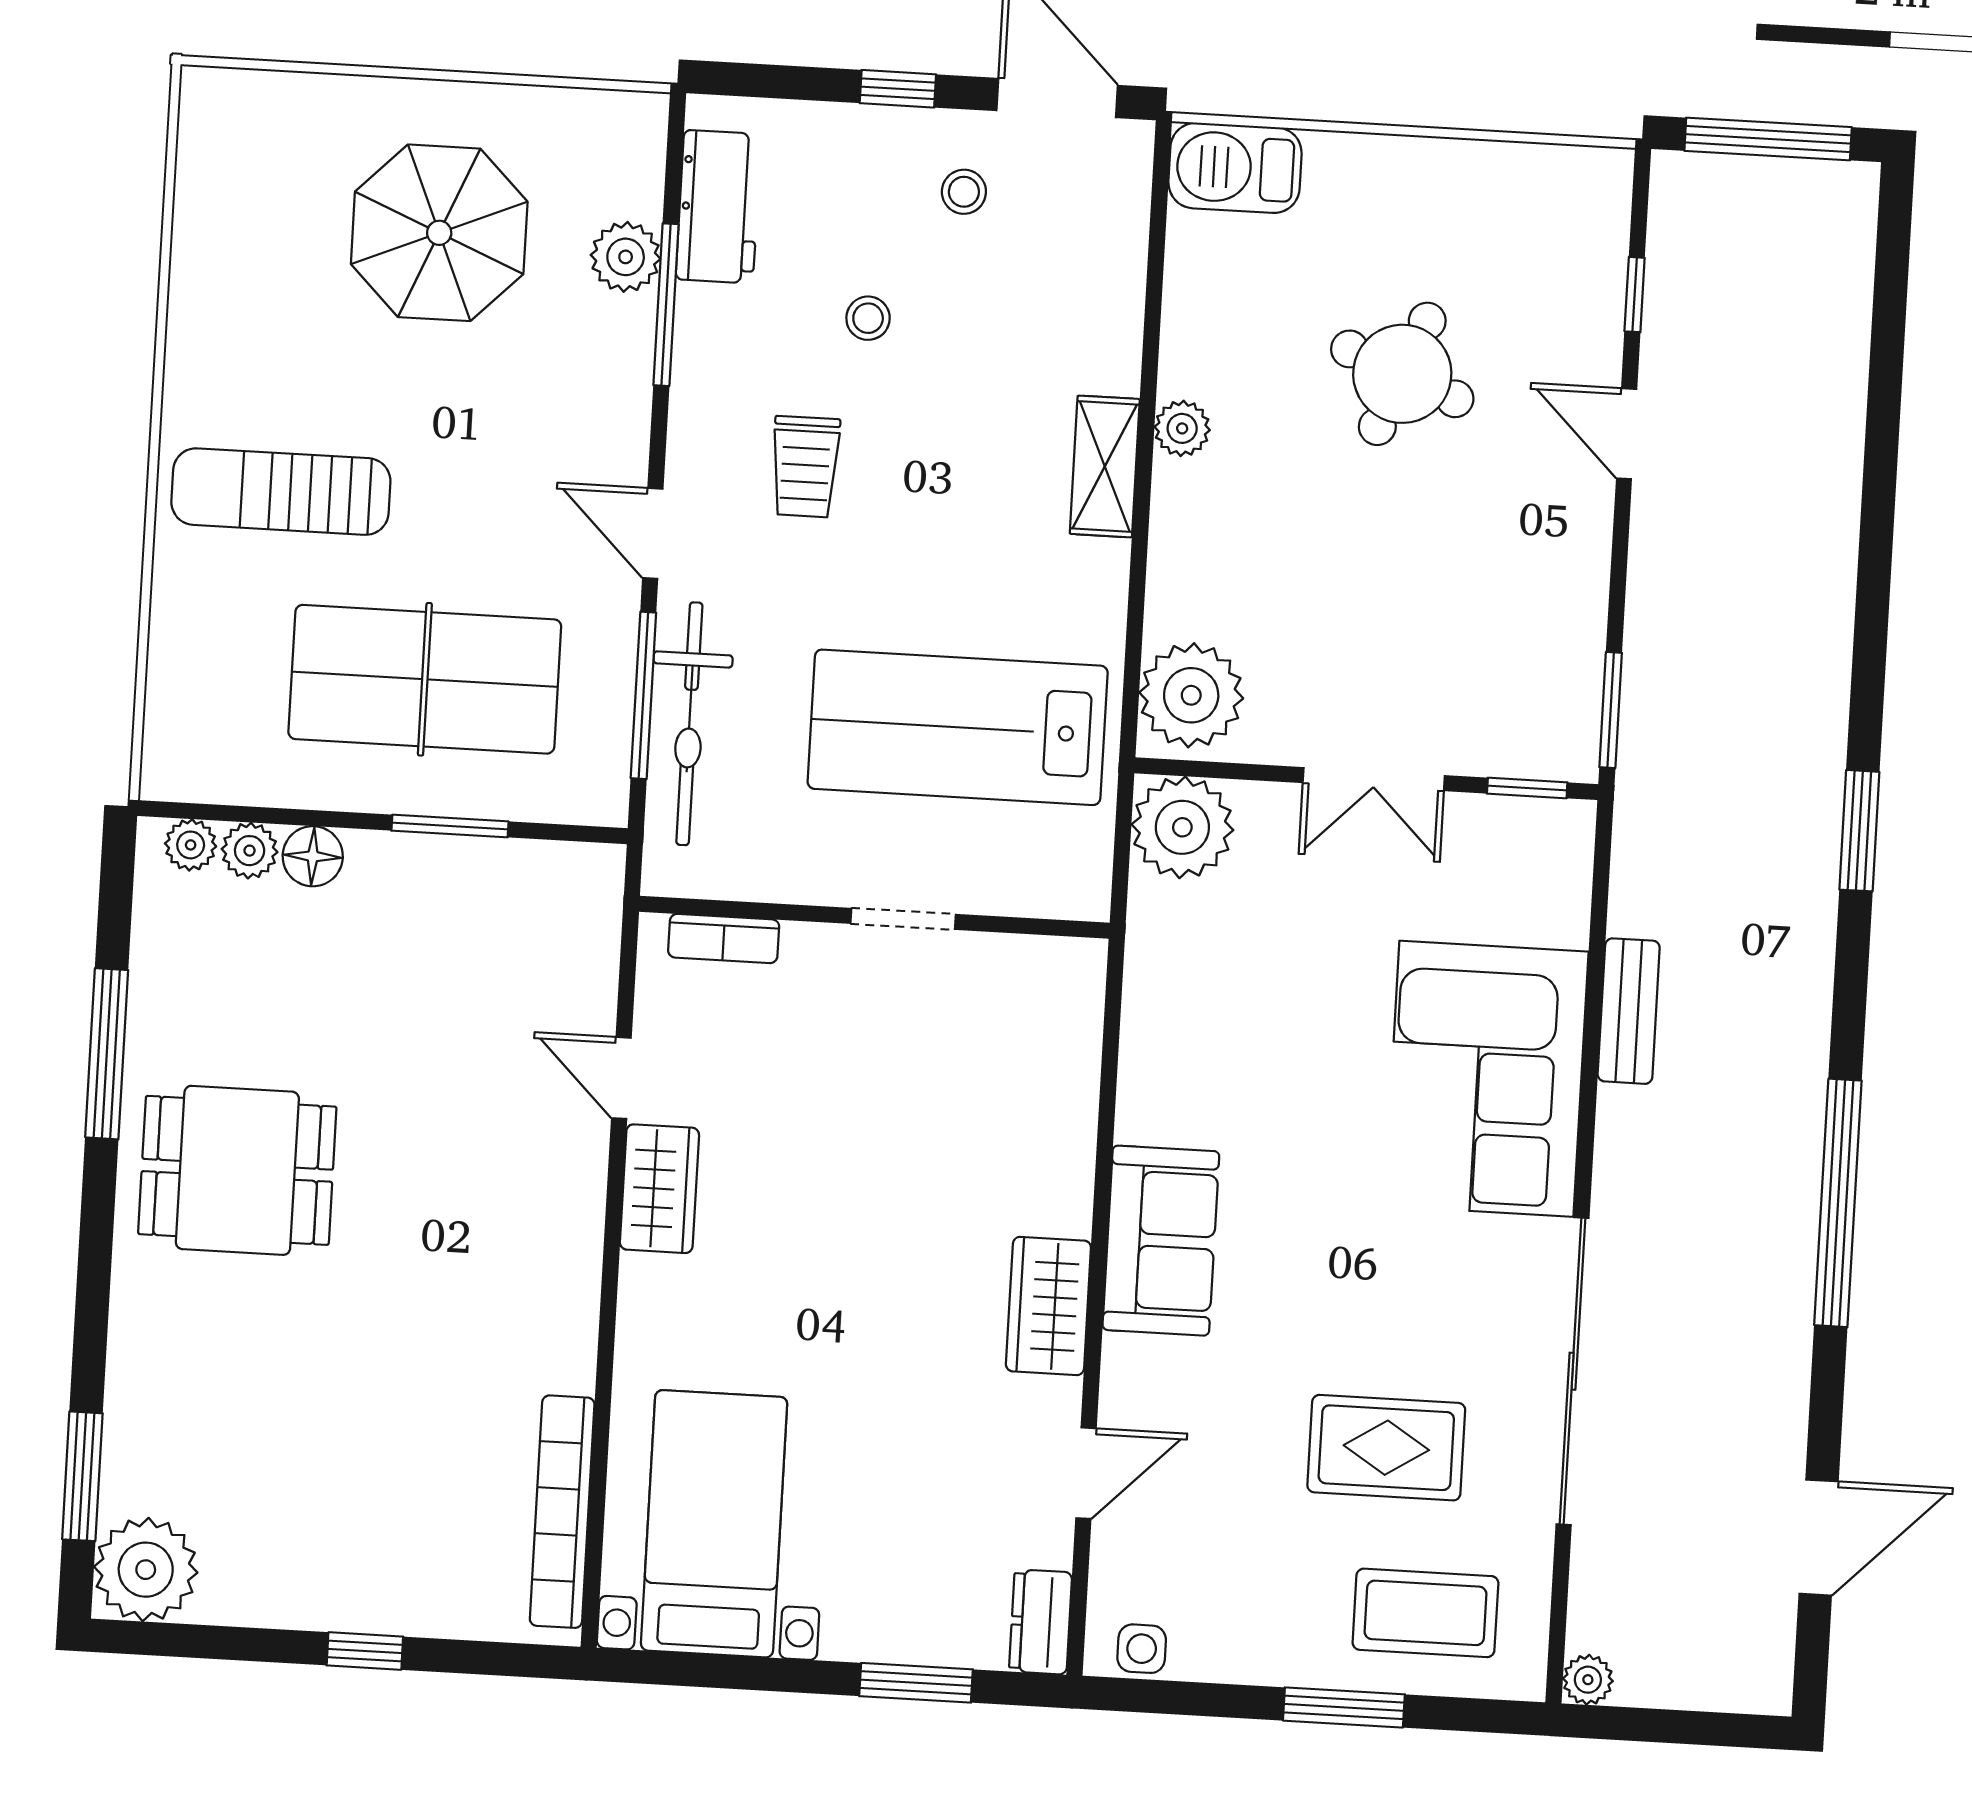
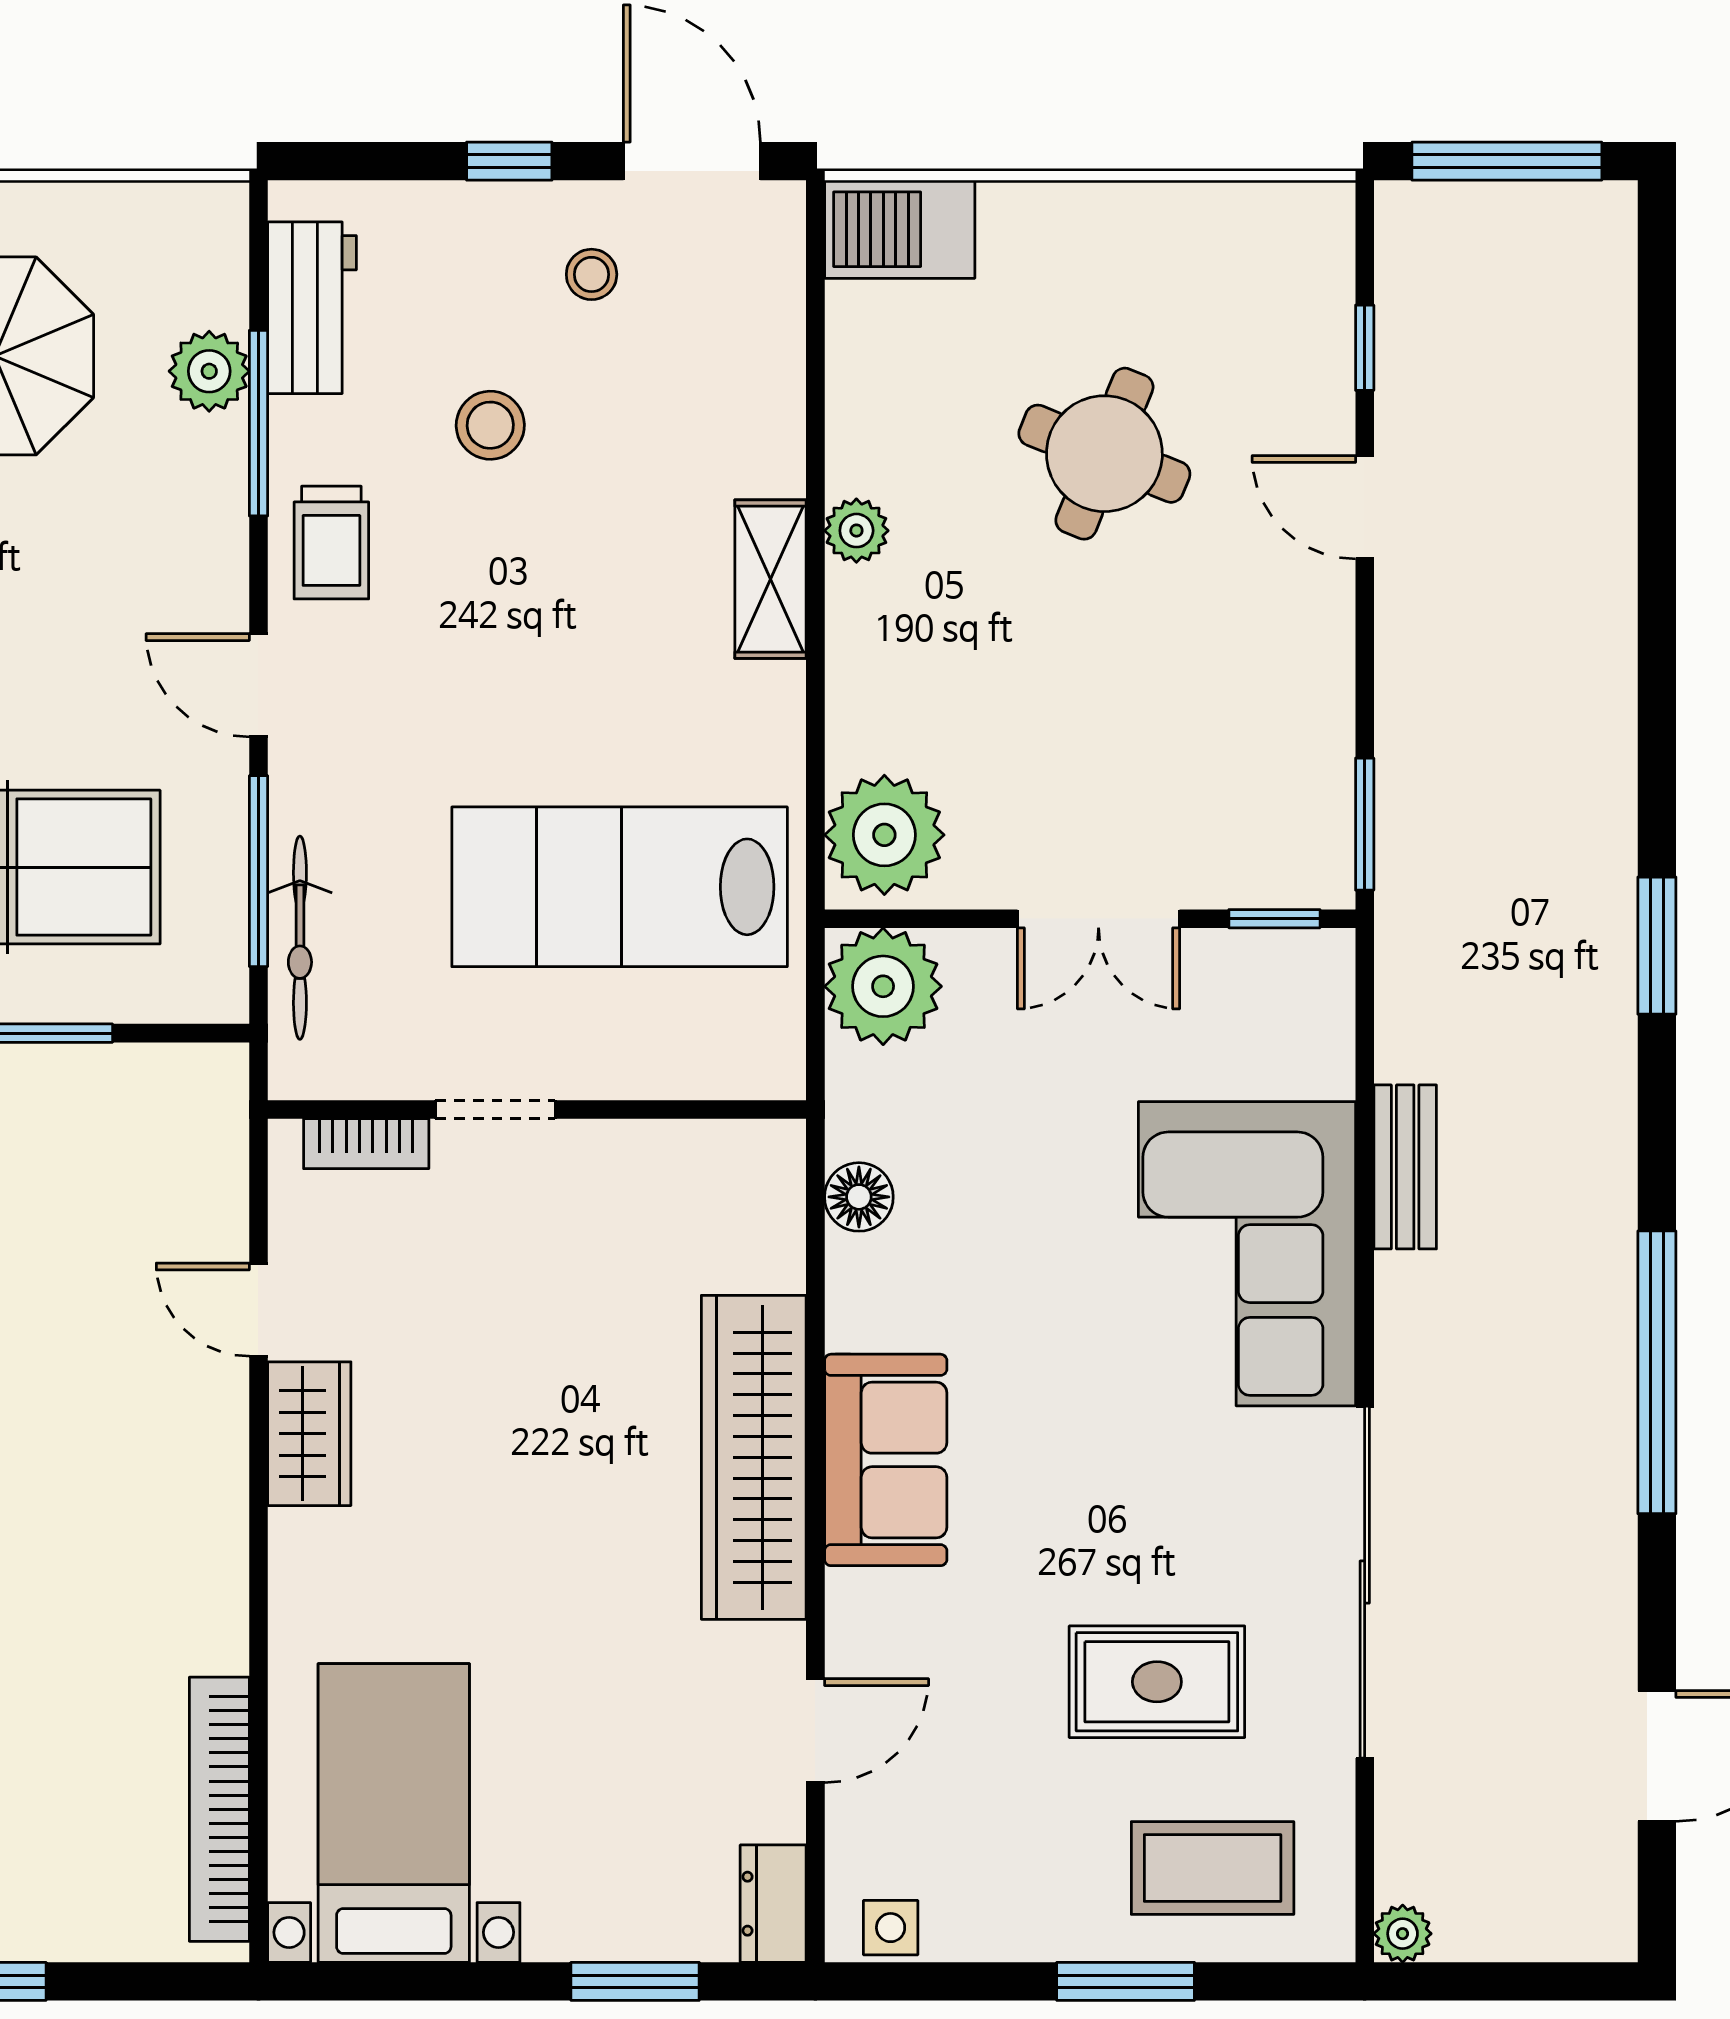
stool: (868, 318) -> (490, 425), width x1.37, depth x1.37
trolley: (805, 467) -> (331, 543), moved
bicycle: (689, 724) -> (300, 938), width x0.73, depth x0.71
doorway: (903, 919) -> (495, 1109), moved
floor lamp: (1151, 1010) -> (859, 1197), added
wardrobe: (1048, 1306) -> (754, 1457), width x2.10, depth x1.17

